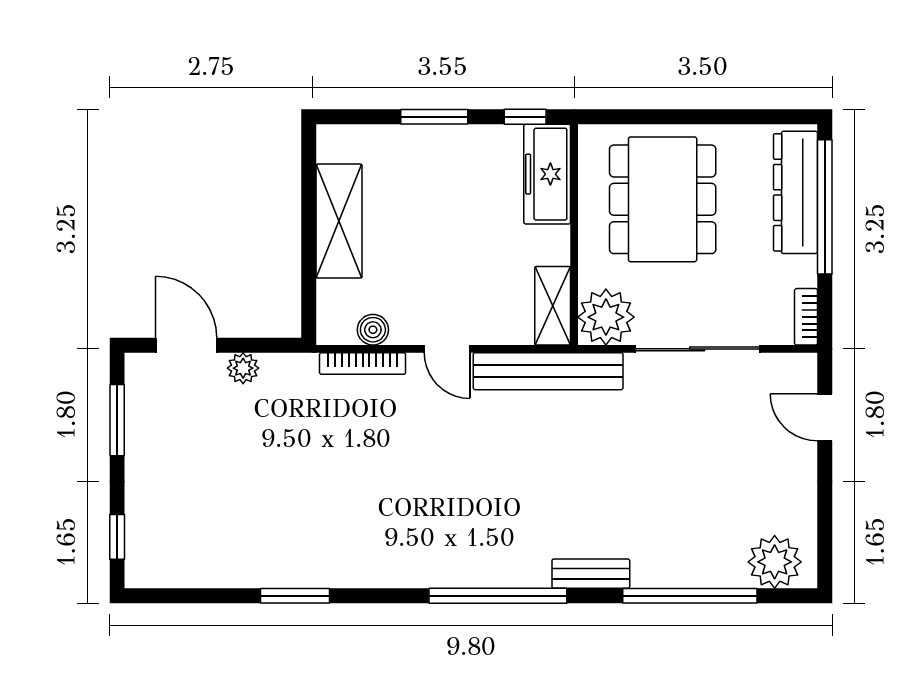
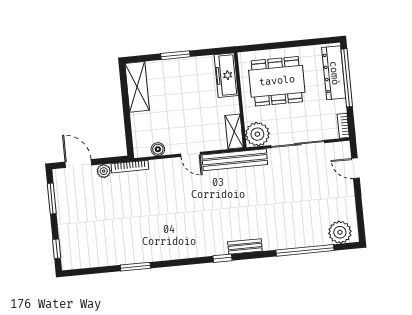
window: (525, 117) -> (214, 51), removed
dining table: (663, 199) -> (277, 81), turned 90
shelving: (339, 221) -> (137, 87), moved
bookcase: (363, 364) -> (130, 167), moved
bench: (591, 574) -> (245, 246), moved
window: (498, 596) -> (222, 258), width x0.32

